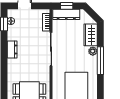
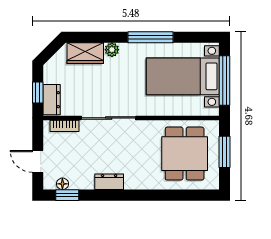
dresser: (66, 14) -> (52, 100), width x0.70
window: (100, 61) -> (151, 37), moved

